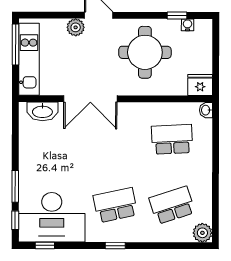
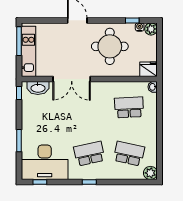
plant: (76, 27) -> (151, 29), moved
school desk: (172, 205) -> (129, 154), turned 30
window: (15, 220) -> (19, 93), moved

